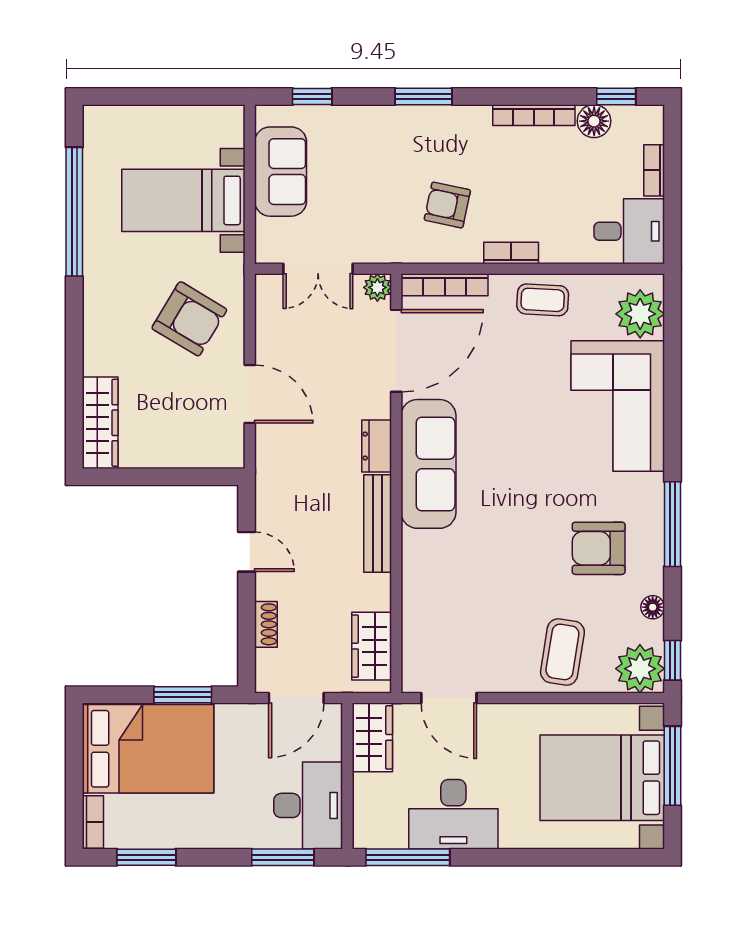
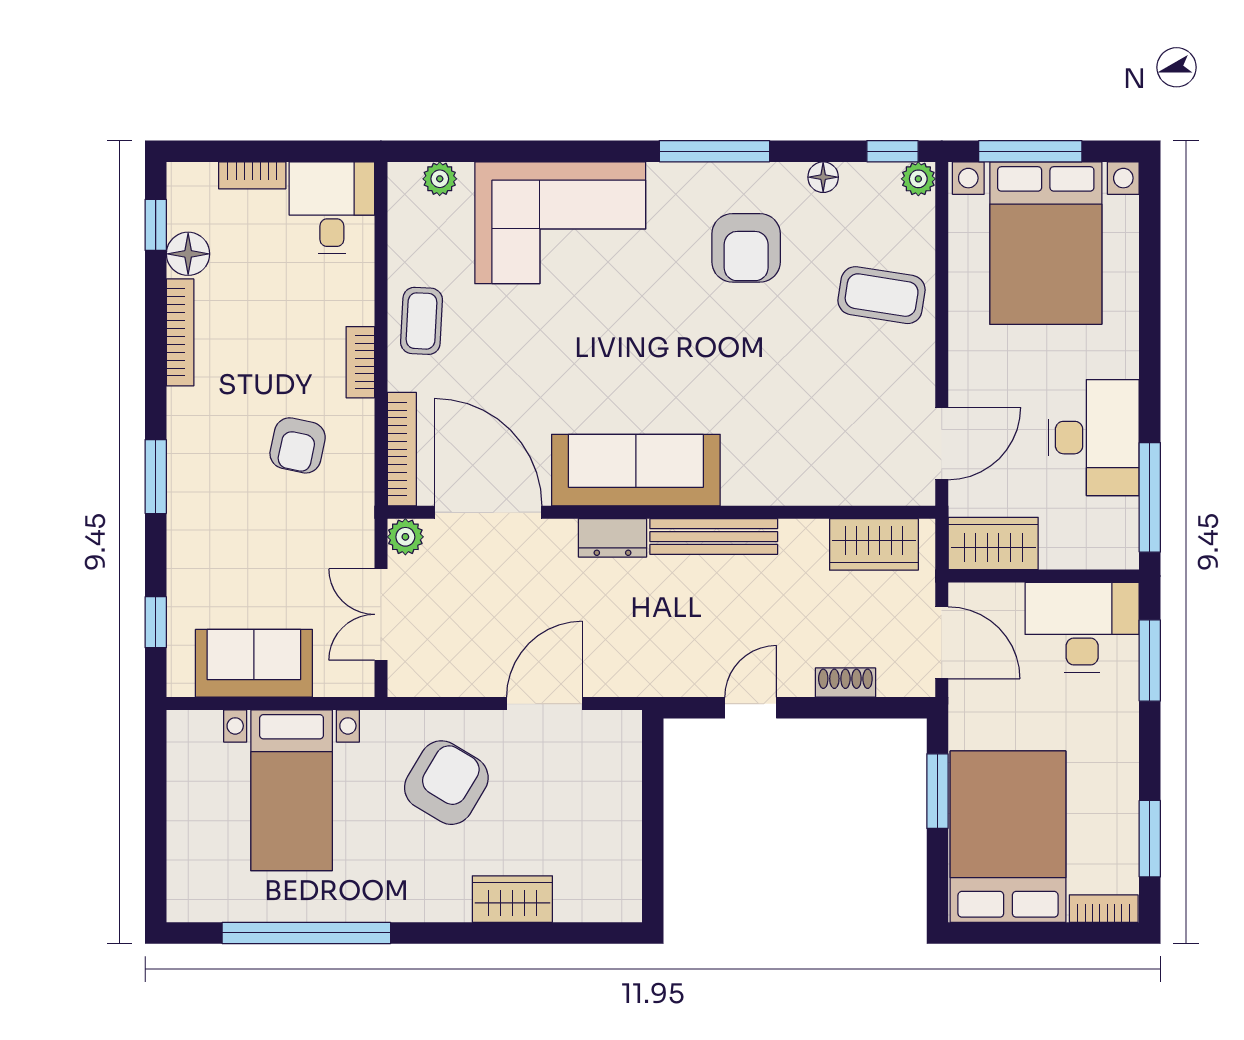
double door: (318, 269) -> (381, 614), swing flipped
plant: (640, 314) -> (440, 179), width x0.53, depth x0.53
wardrobe: (100, 423) -> (512, 899), moved, width x0.67
plant: (640, 669) -> (918, 179), width x0.53, depth x0.53

